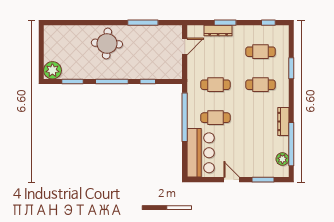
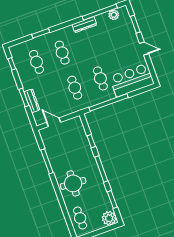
cafe table: (65, 37) -> (80, 218), added
door: (232, 180) -> (144, 48), swing flipped

